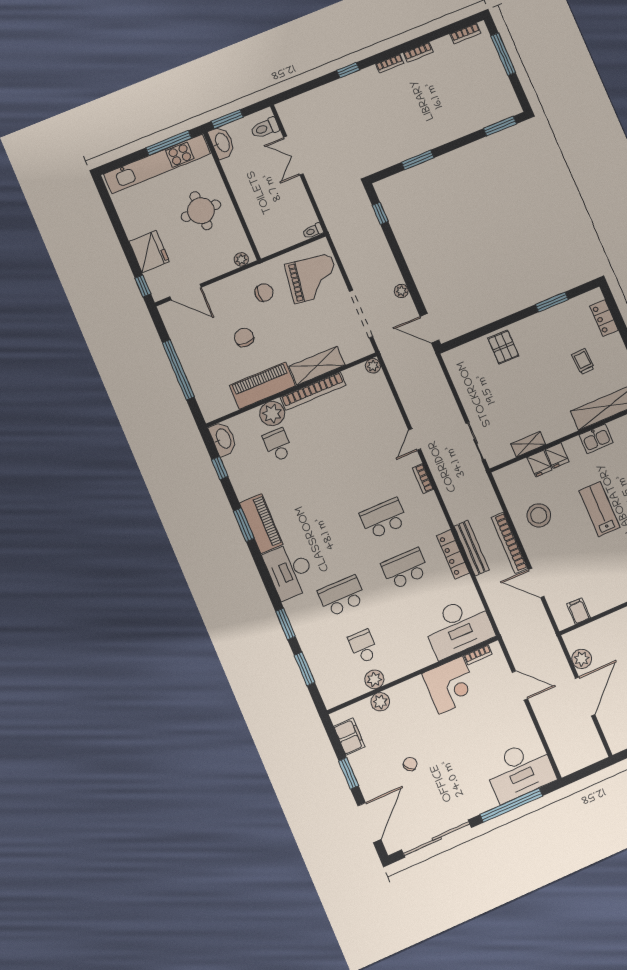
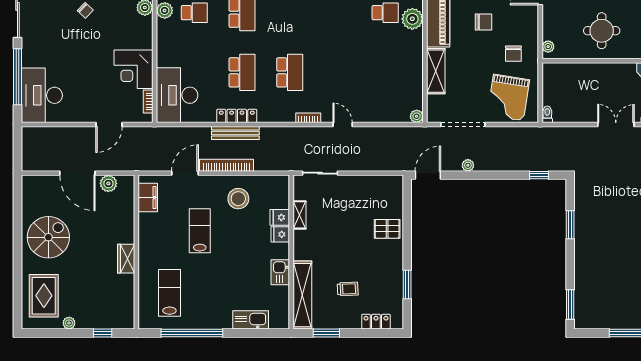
bookcase: (313, 391) -> (417, 59), removed
lab bench: (599, 509) -> (200, 231), moved, turned -90
filing cabinet: (579, 611) -> (148, 198), width x2.00

